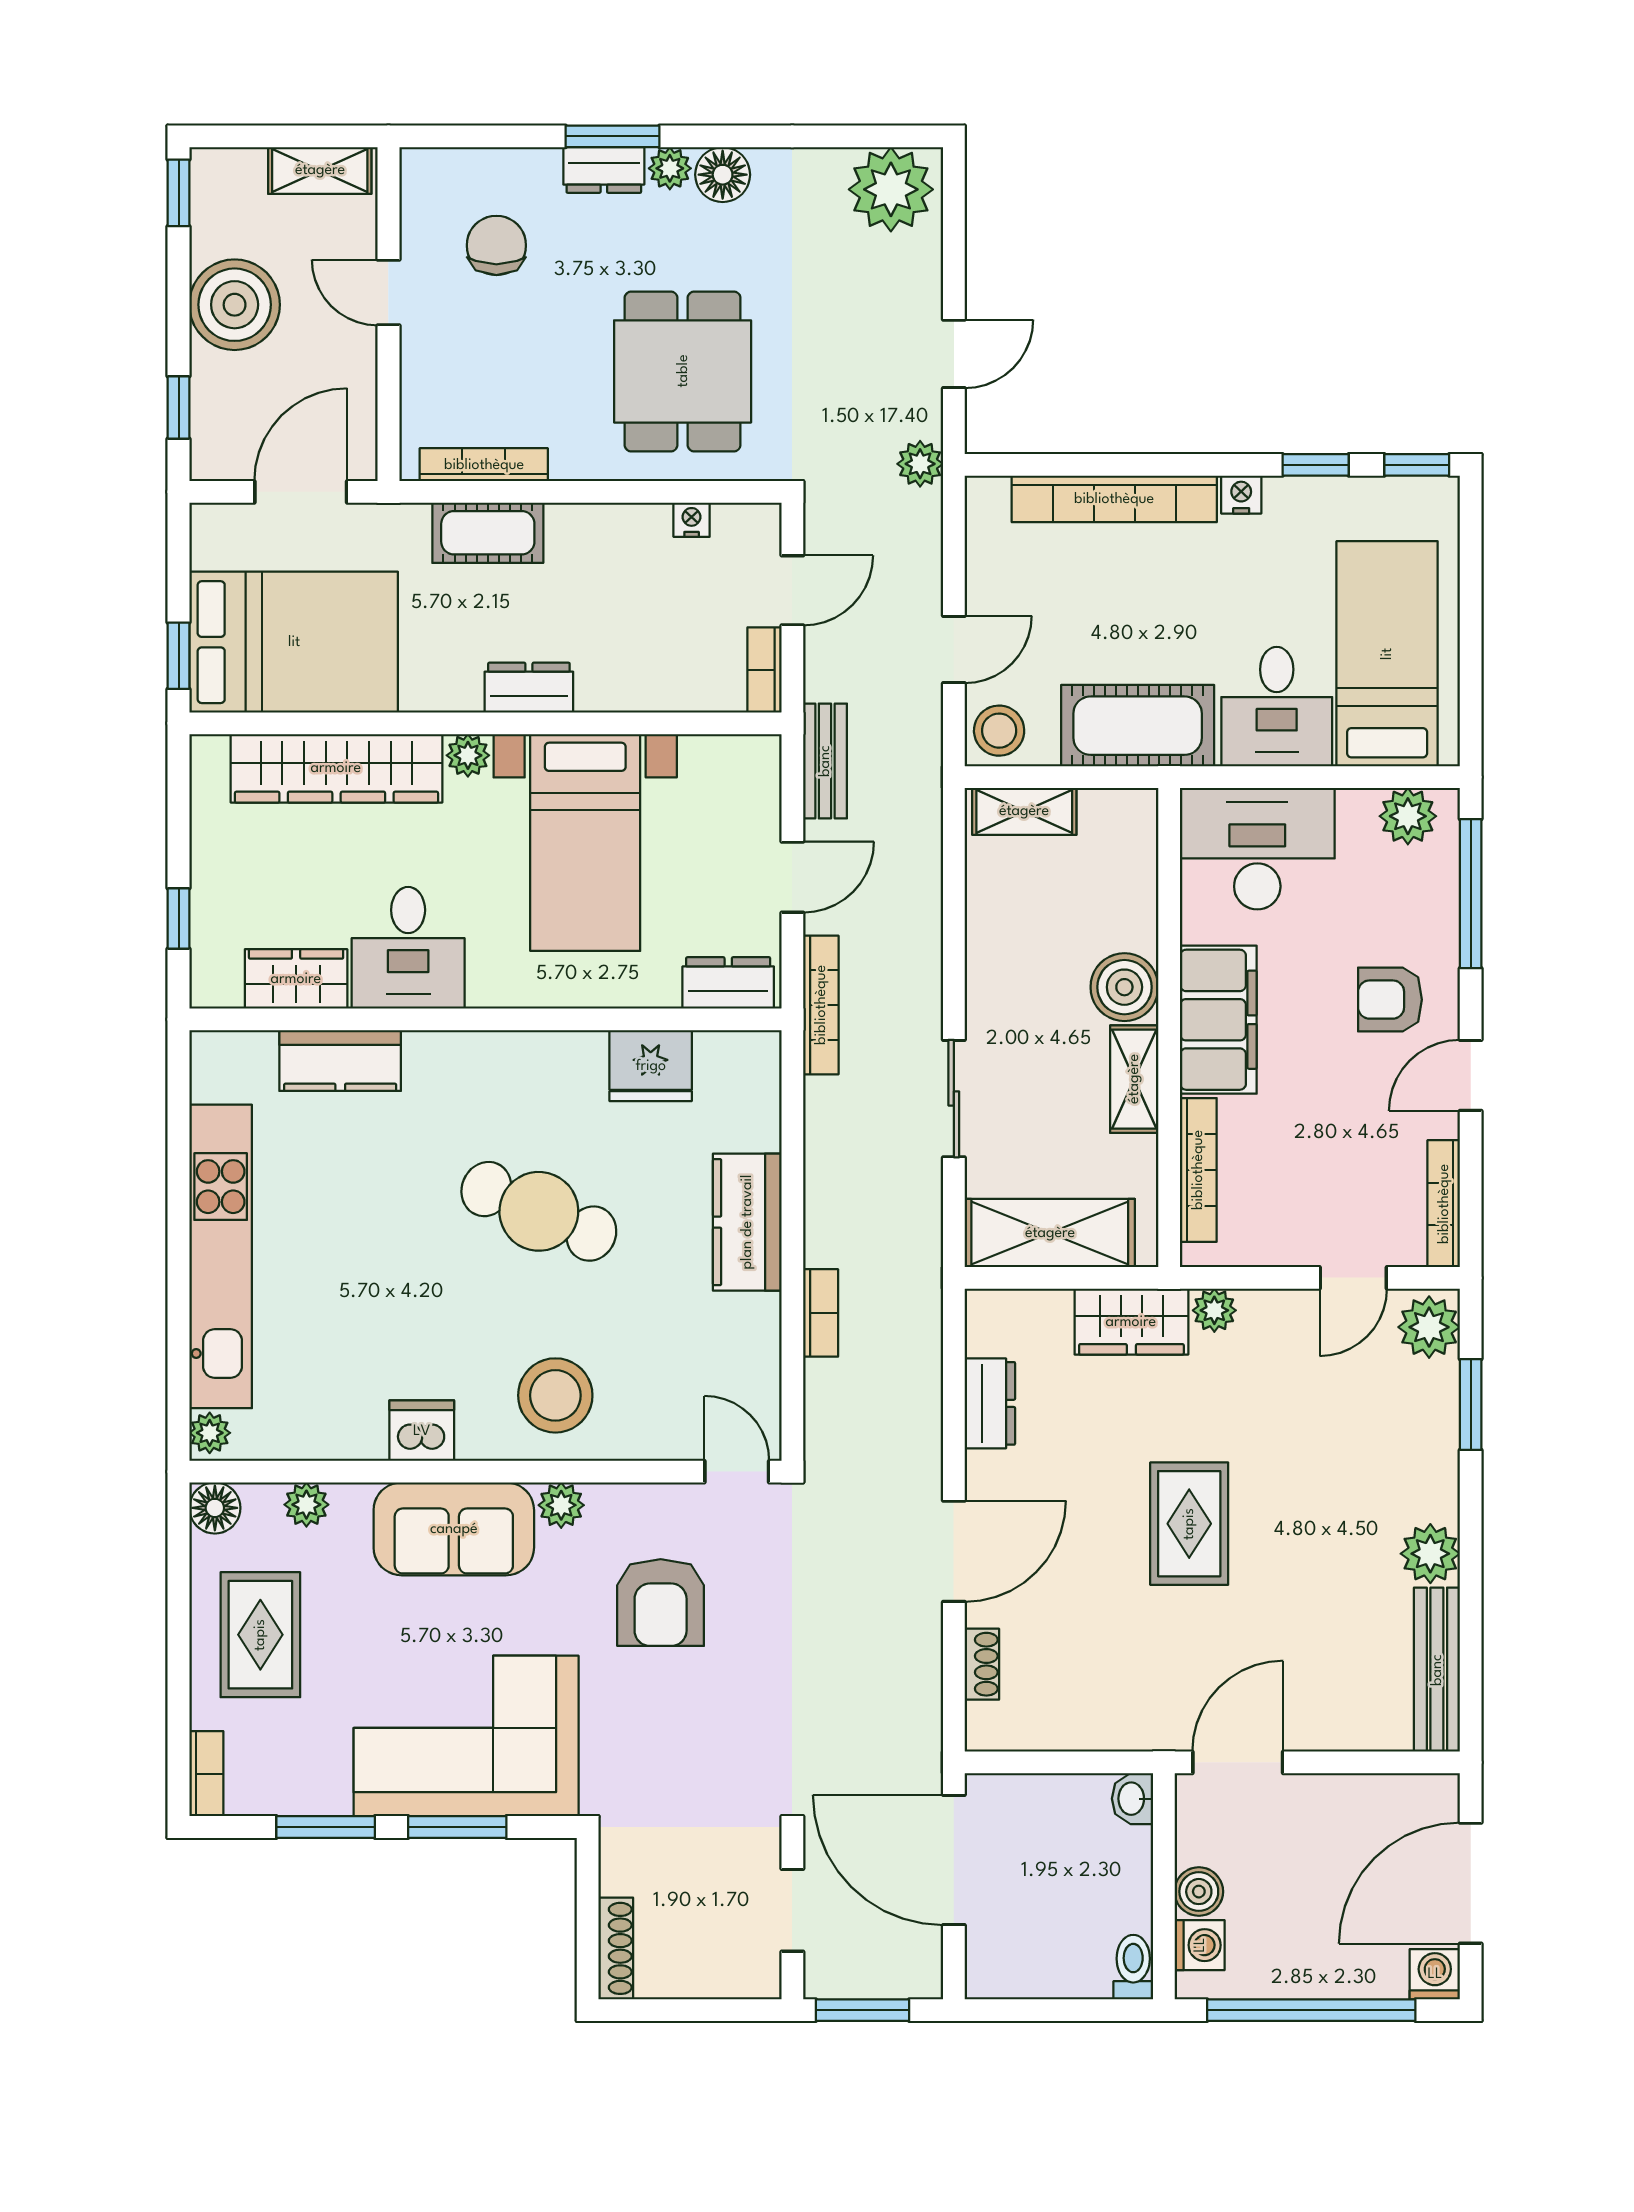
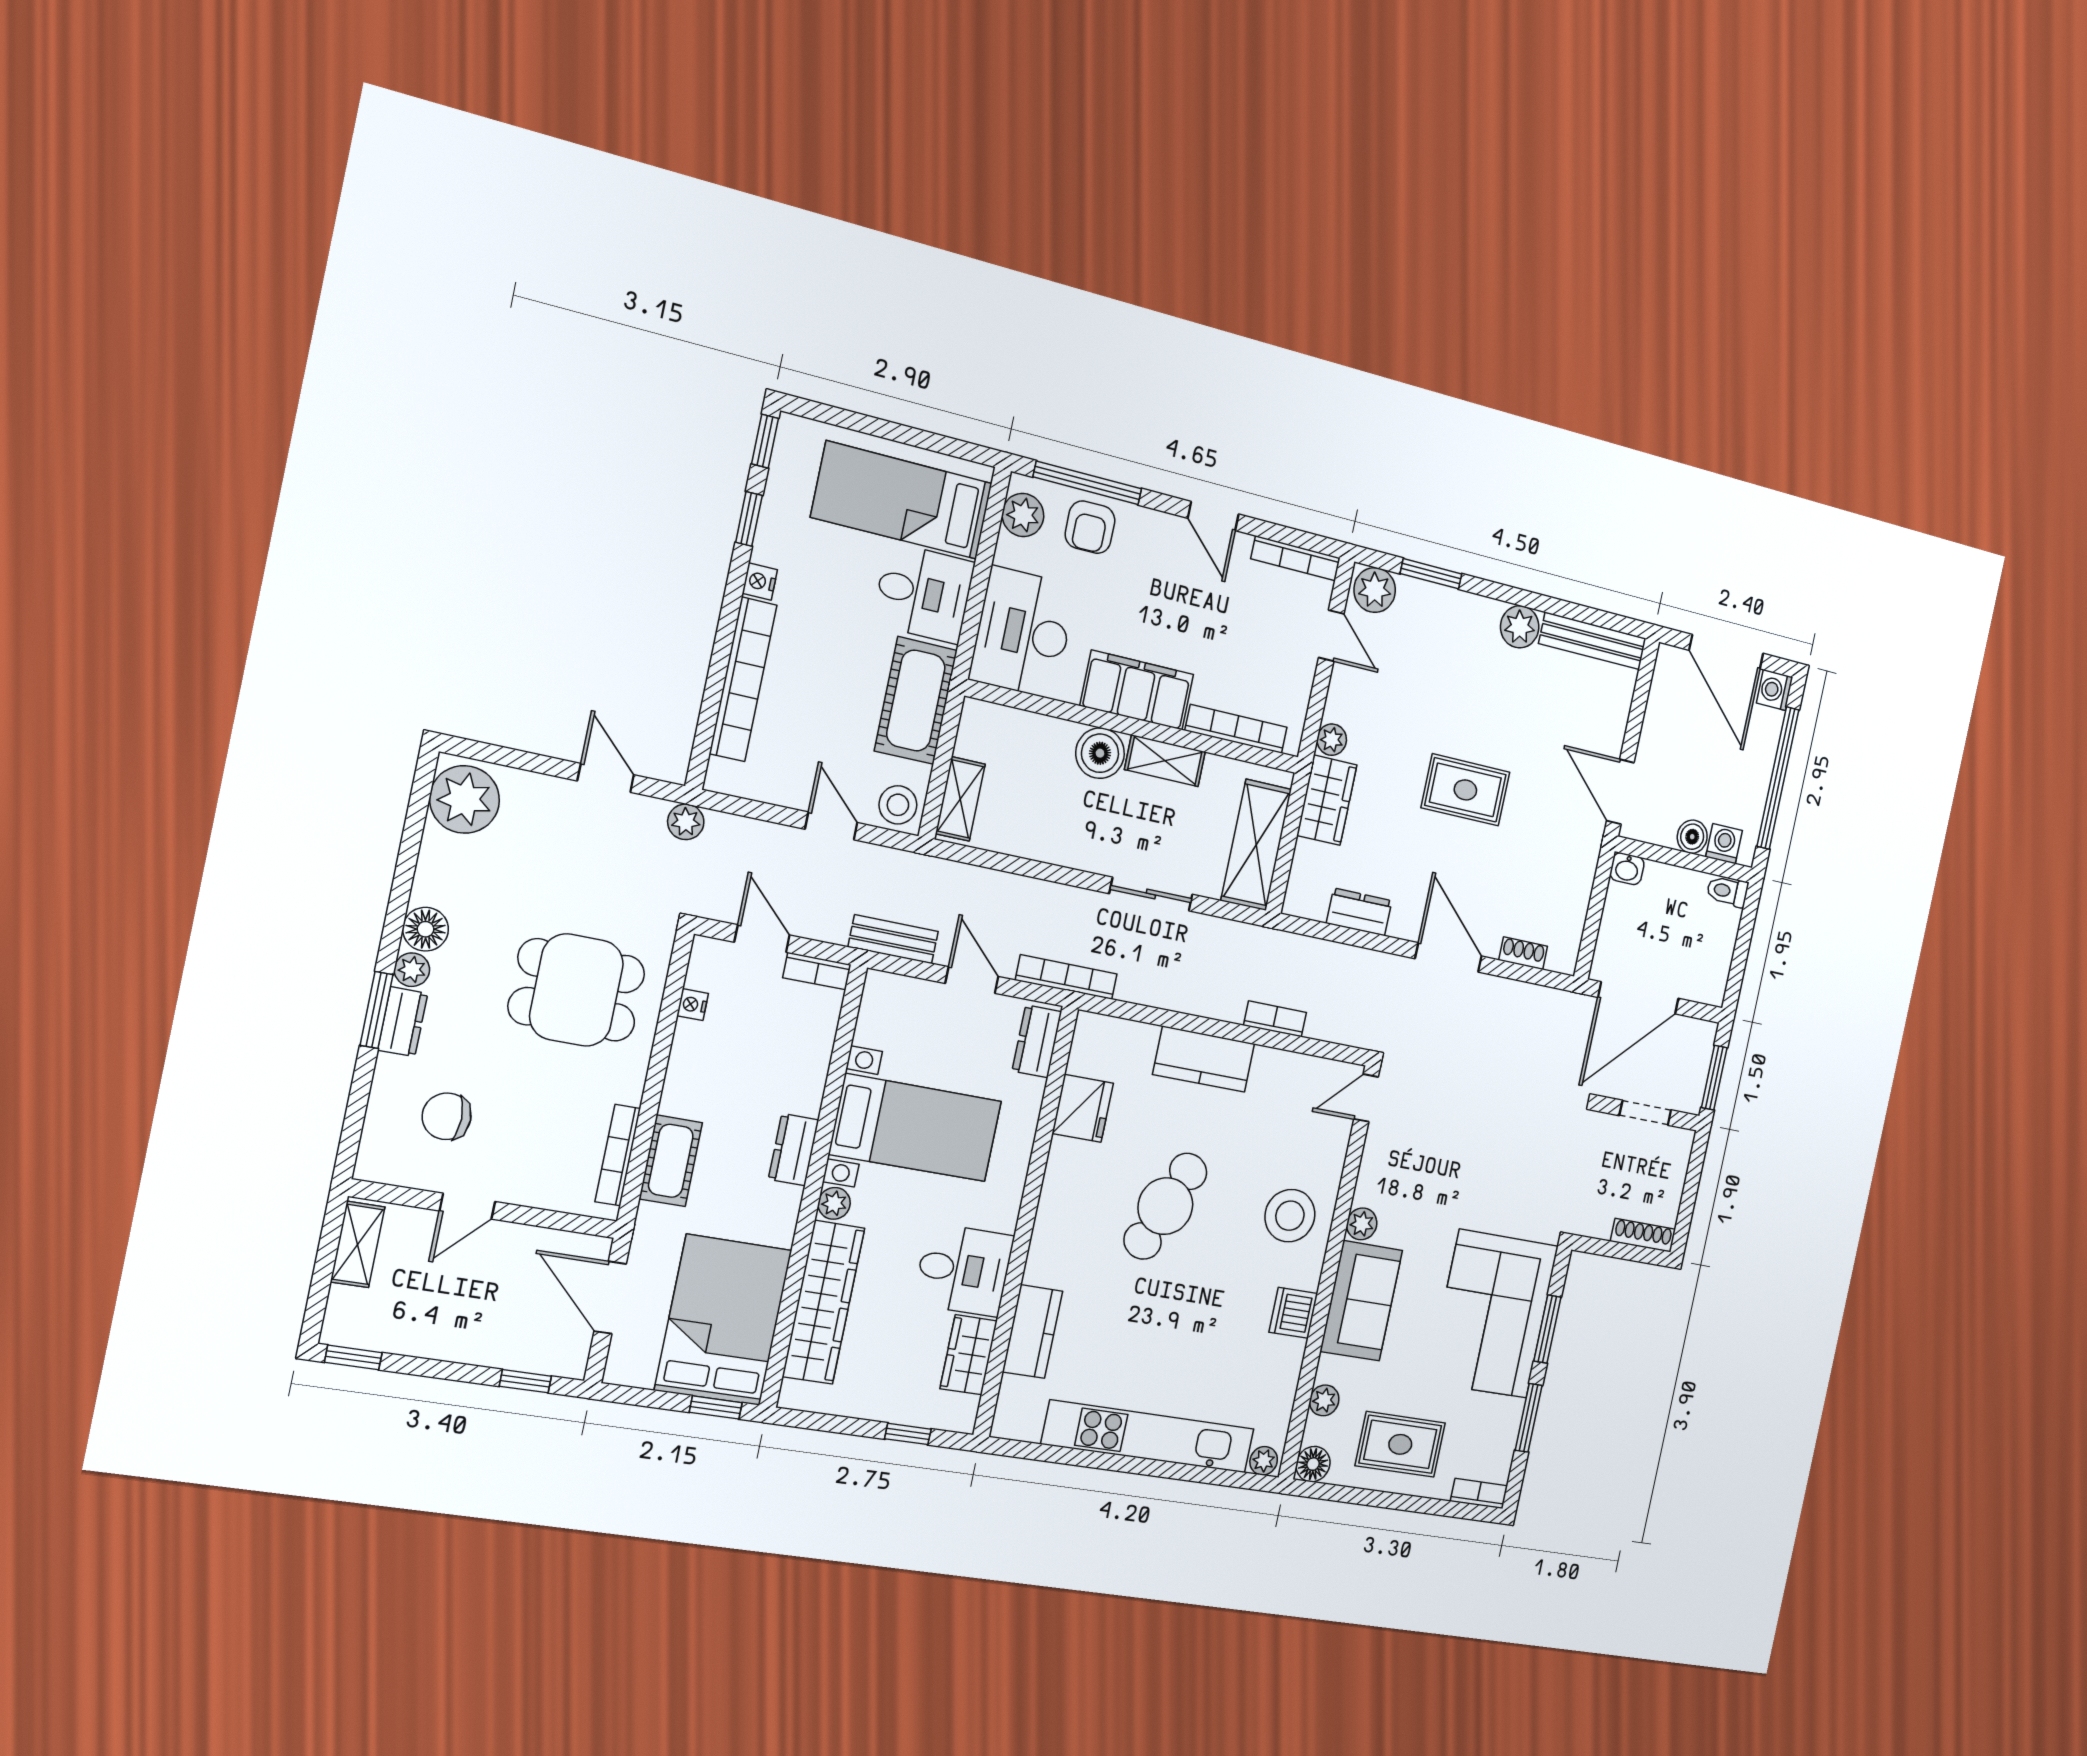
boiler: (235, 305) -> (453, 1327), removed
armchair: (1390, 1000) -> (1090, 527), moved
armchair: (661, 1603) -> (1438, 1166), removed

